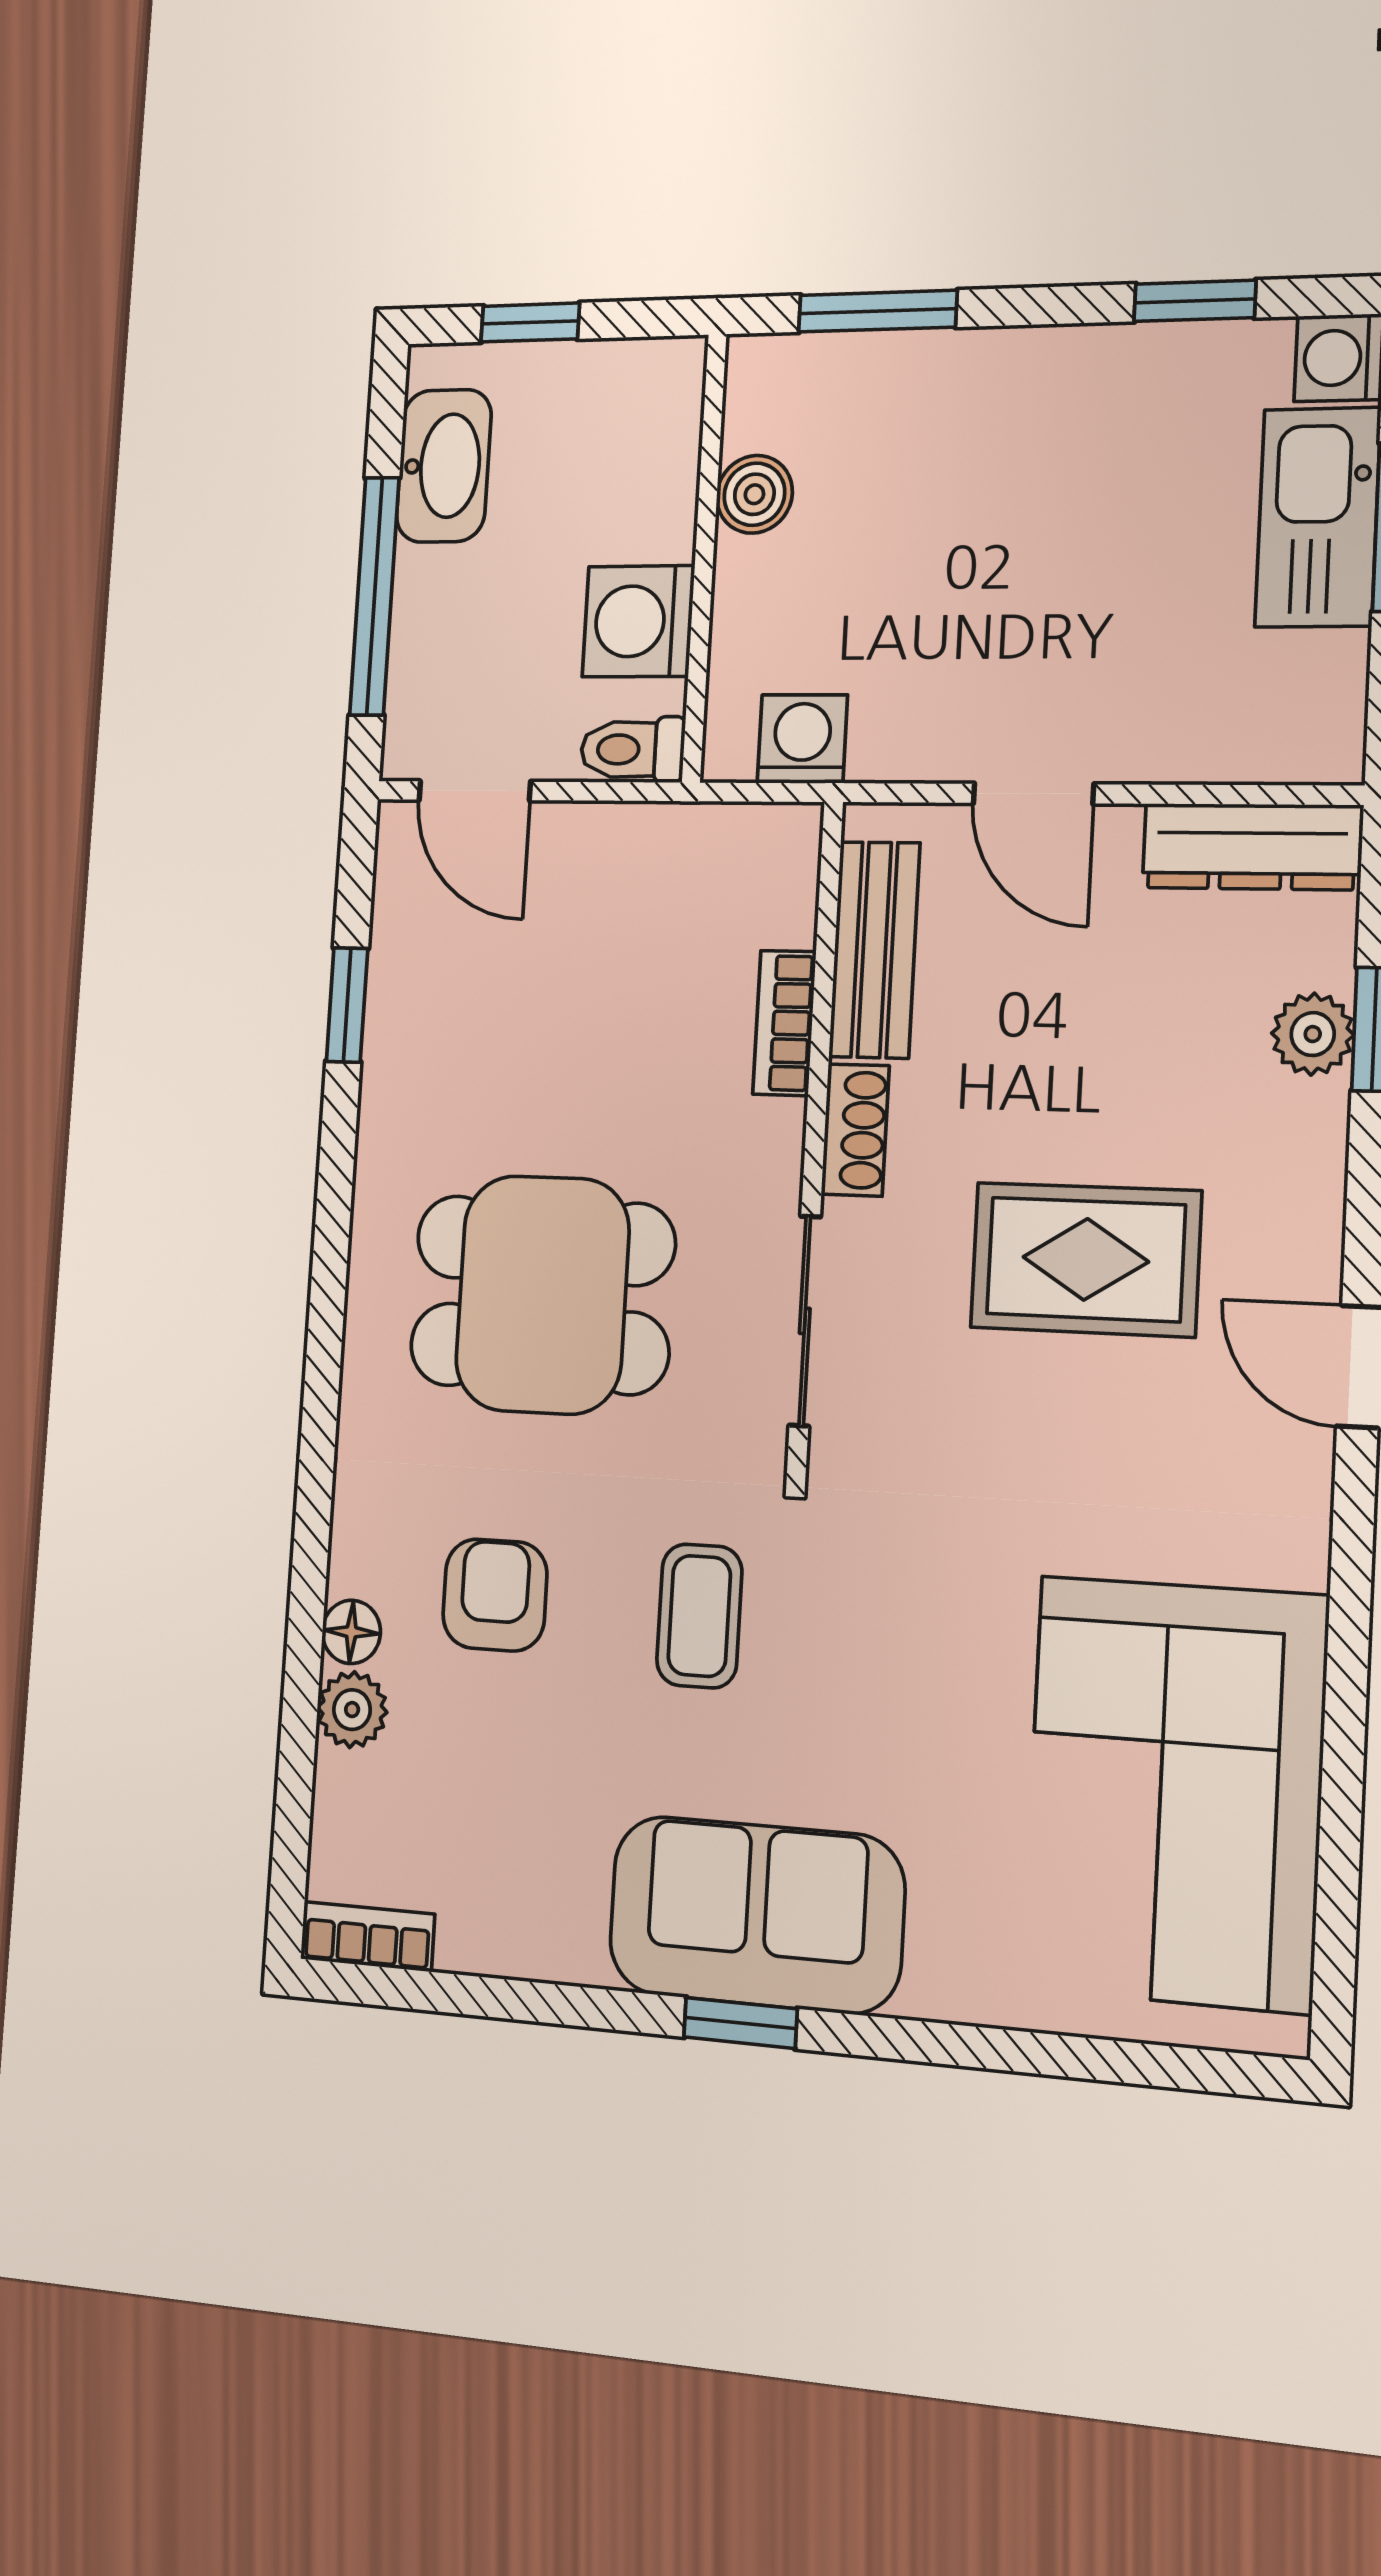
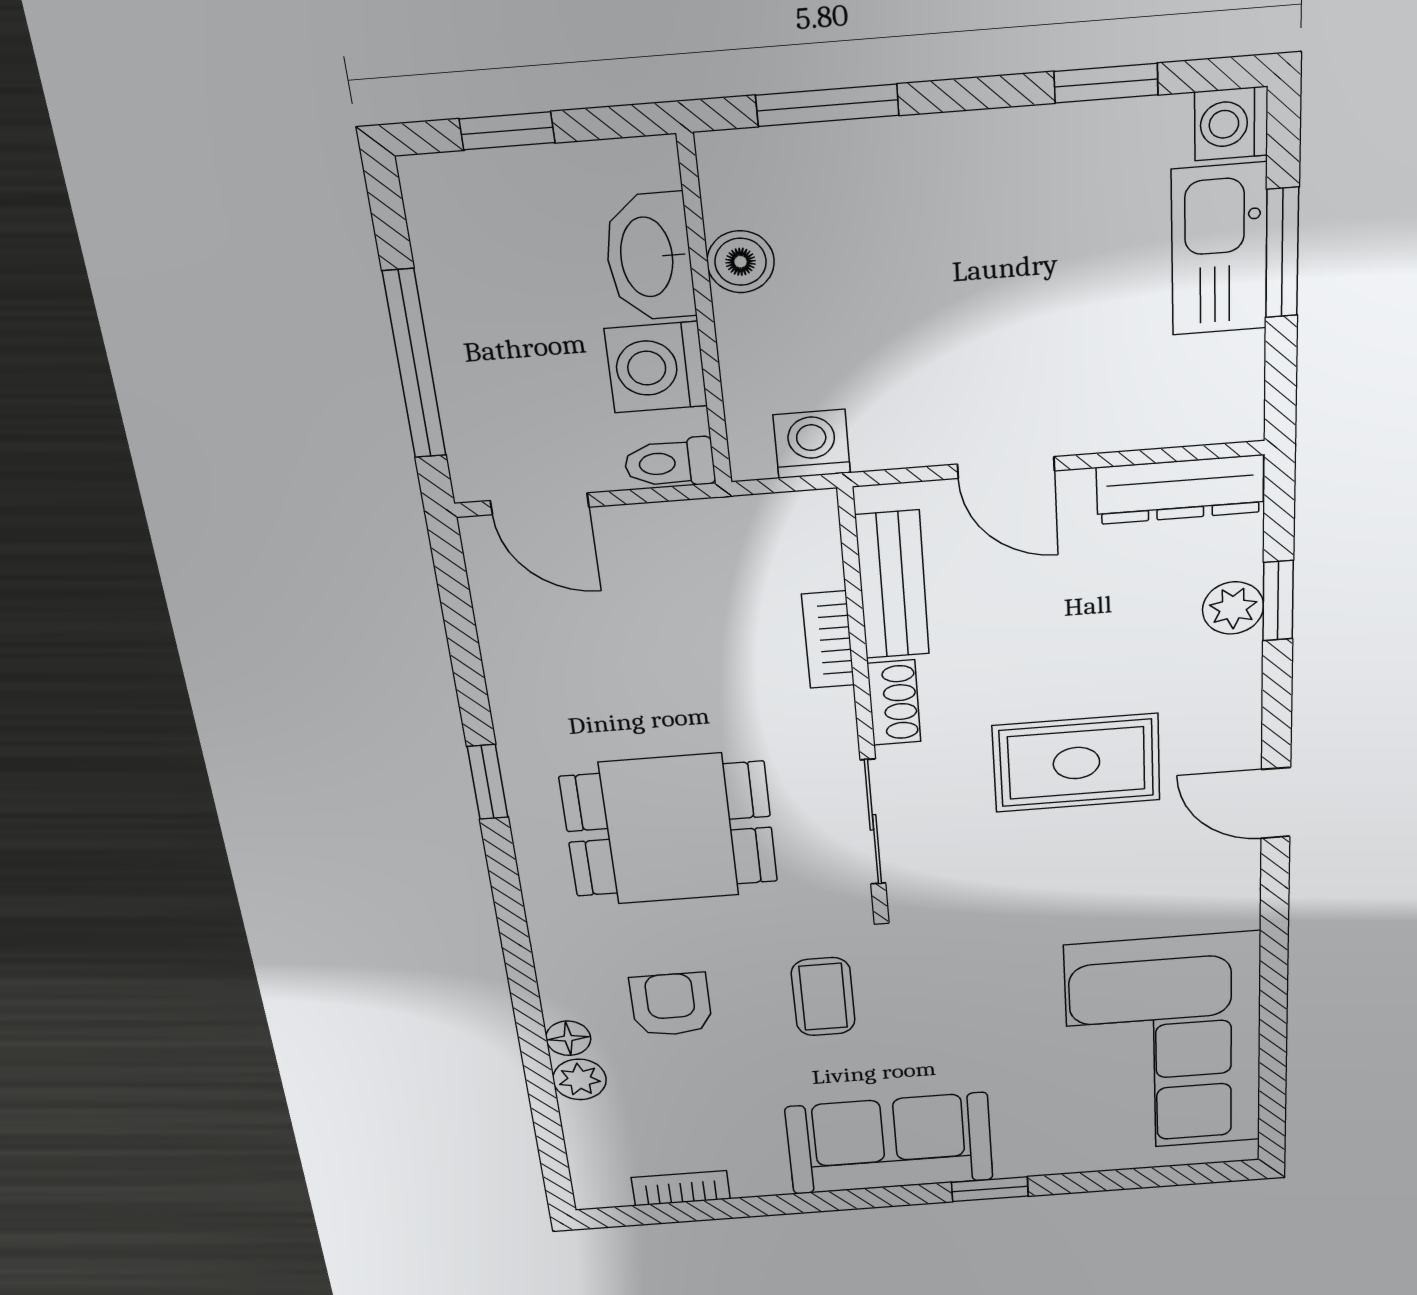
washbasin: (444, 466) -> (649, 257), moved, turned 180
window: (347, 1005) -> (488, 782), moved
bookcase: (367, 1937) -> (681, 1188), moved
window: (740, 2023) -> (990, 1189), moved

